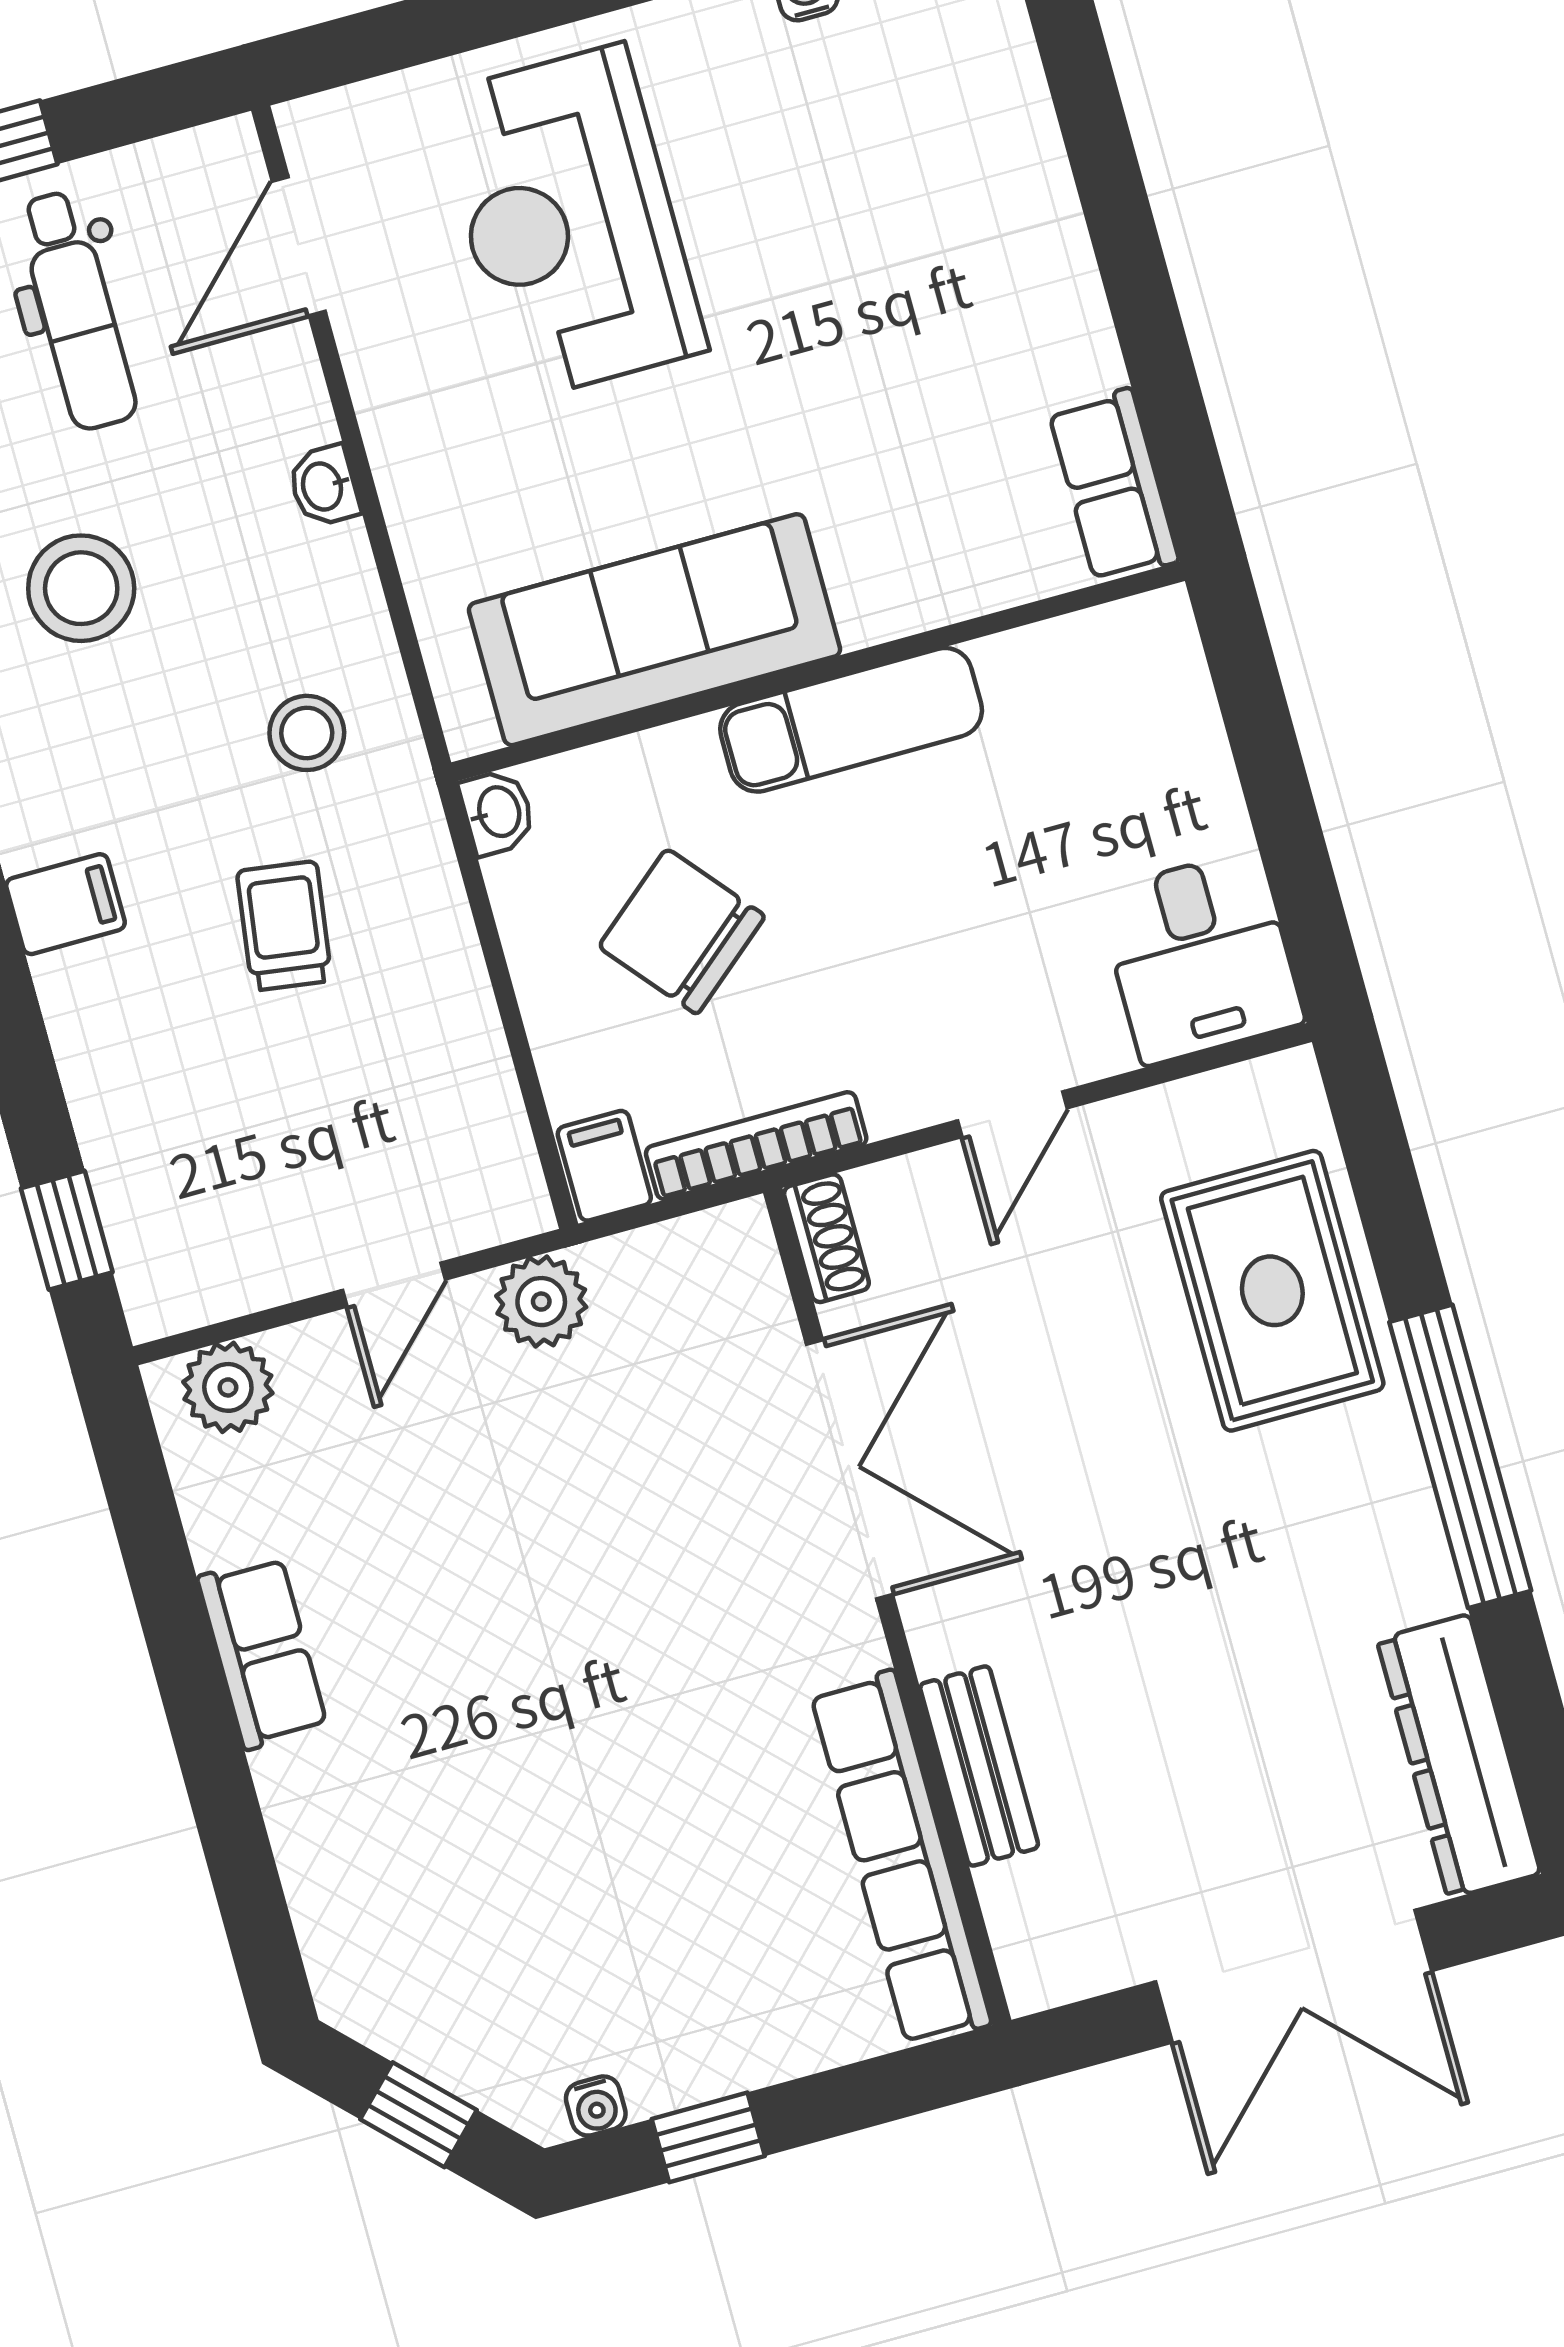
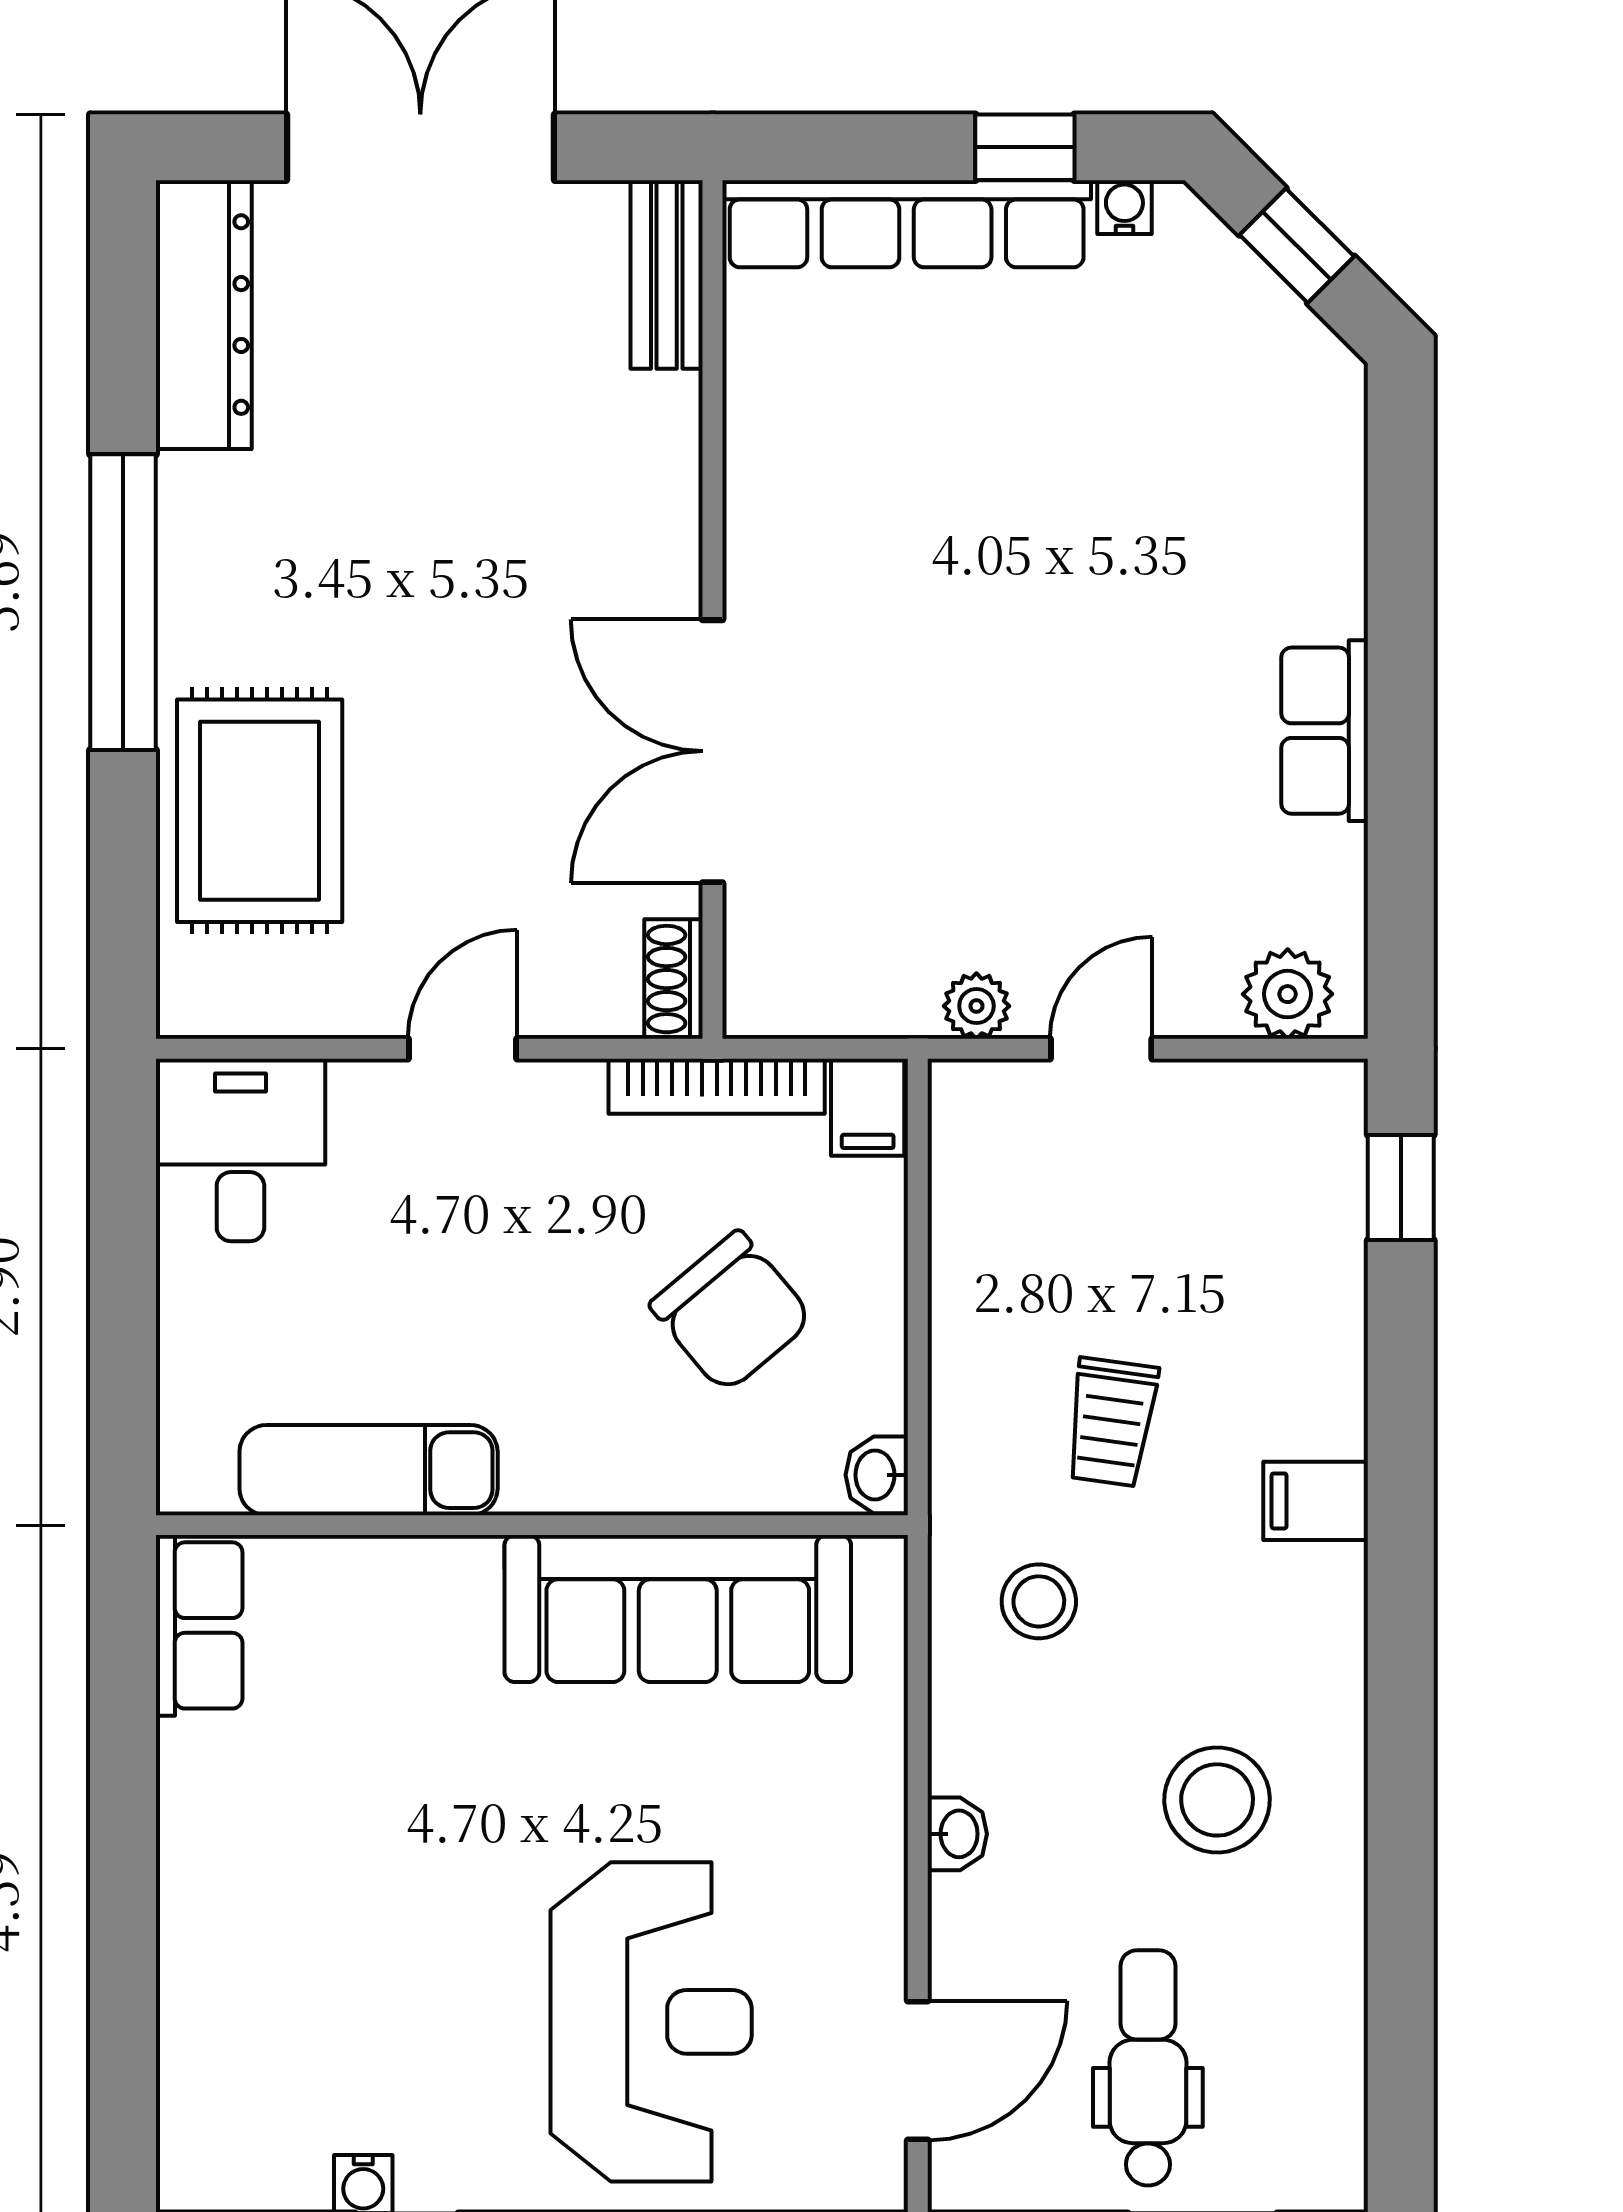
exam couch: (851, 720) -> (369, 1470), moved
plant: (541, 1302) -> (976, 1006), width x0.73, depth x0.73
bench: (979, 1766) -> (667, 274), moved
row of seats: (901, 1858) -> (907, 224), moved, turned 90

